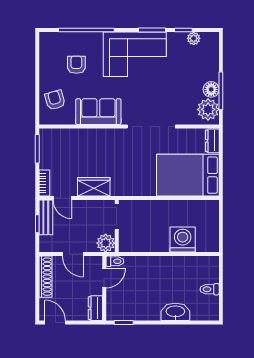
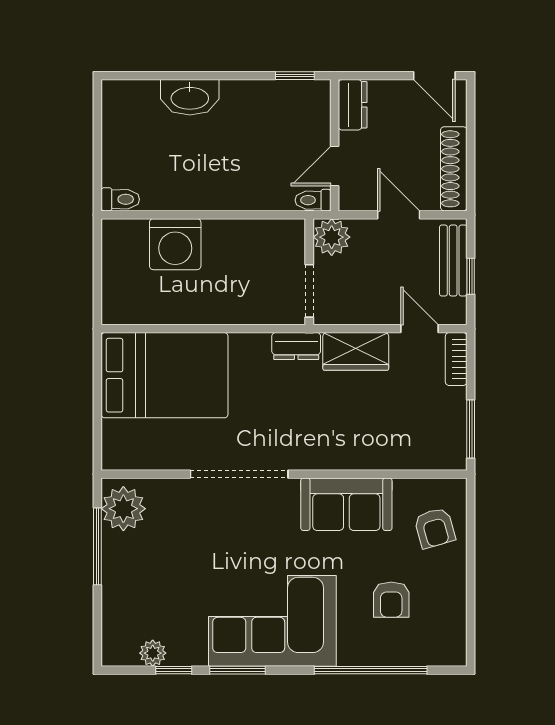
floor lamp: (211, 89) -> (117, 549), removed
dresser: (212, 141) -> (296, 346), moved, turned 90
bench: (46, 217) -> (453, 260), moved
toilet: (210, 289) -> (120, 199), moved

